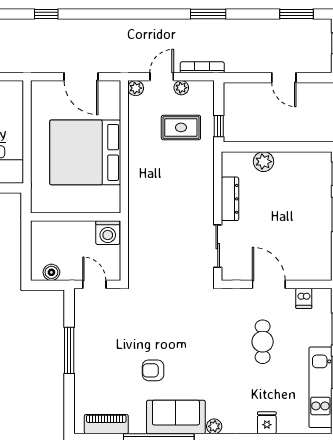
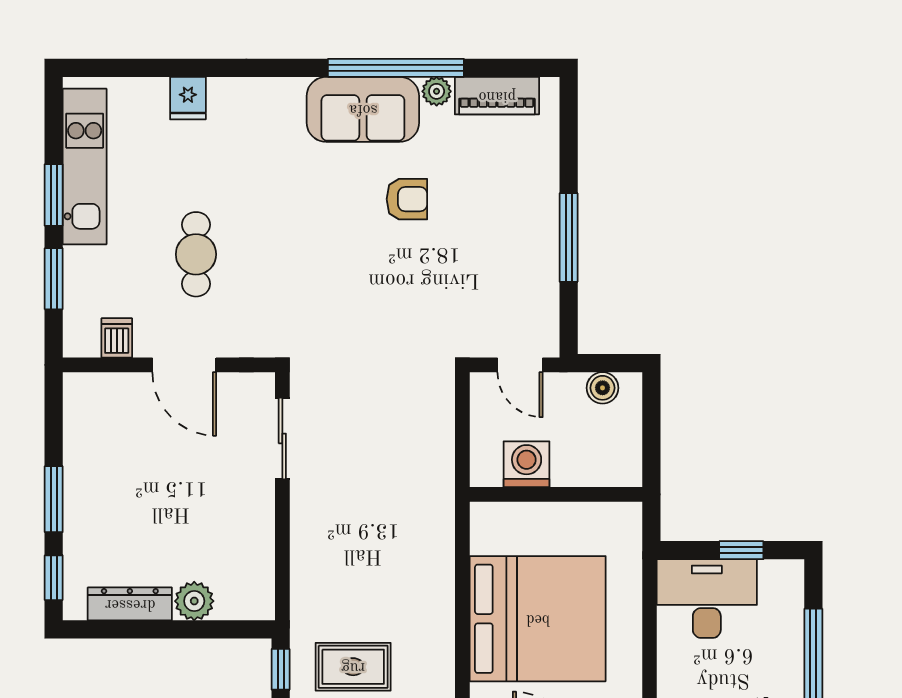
dresser: (230, 199) -> (130, 604), moved, turned 90
washing machine: (108, 233) -> (527, 464), moved
plant: (214, 426) -> (437, 91), moved

